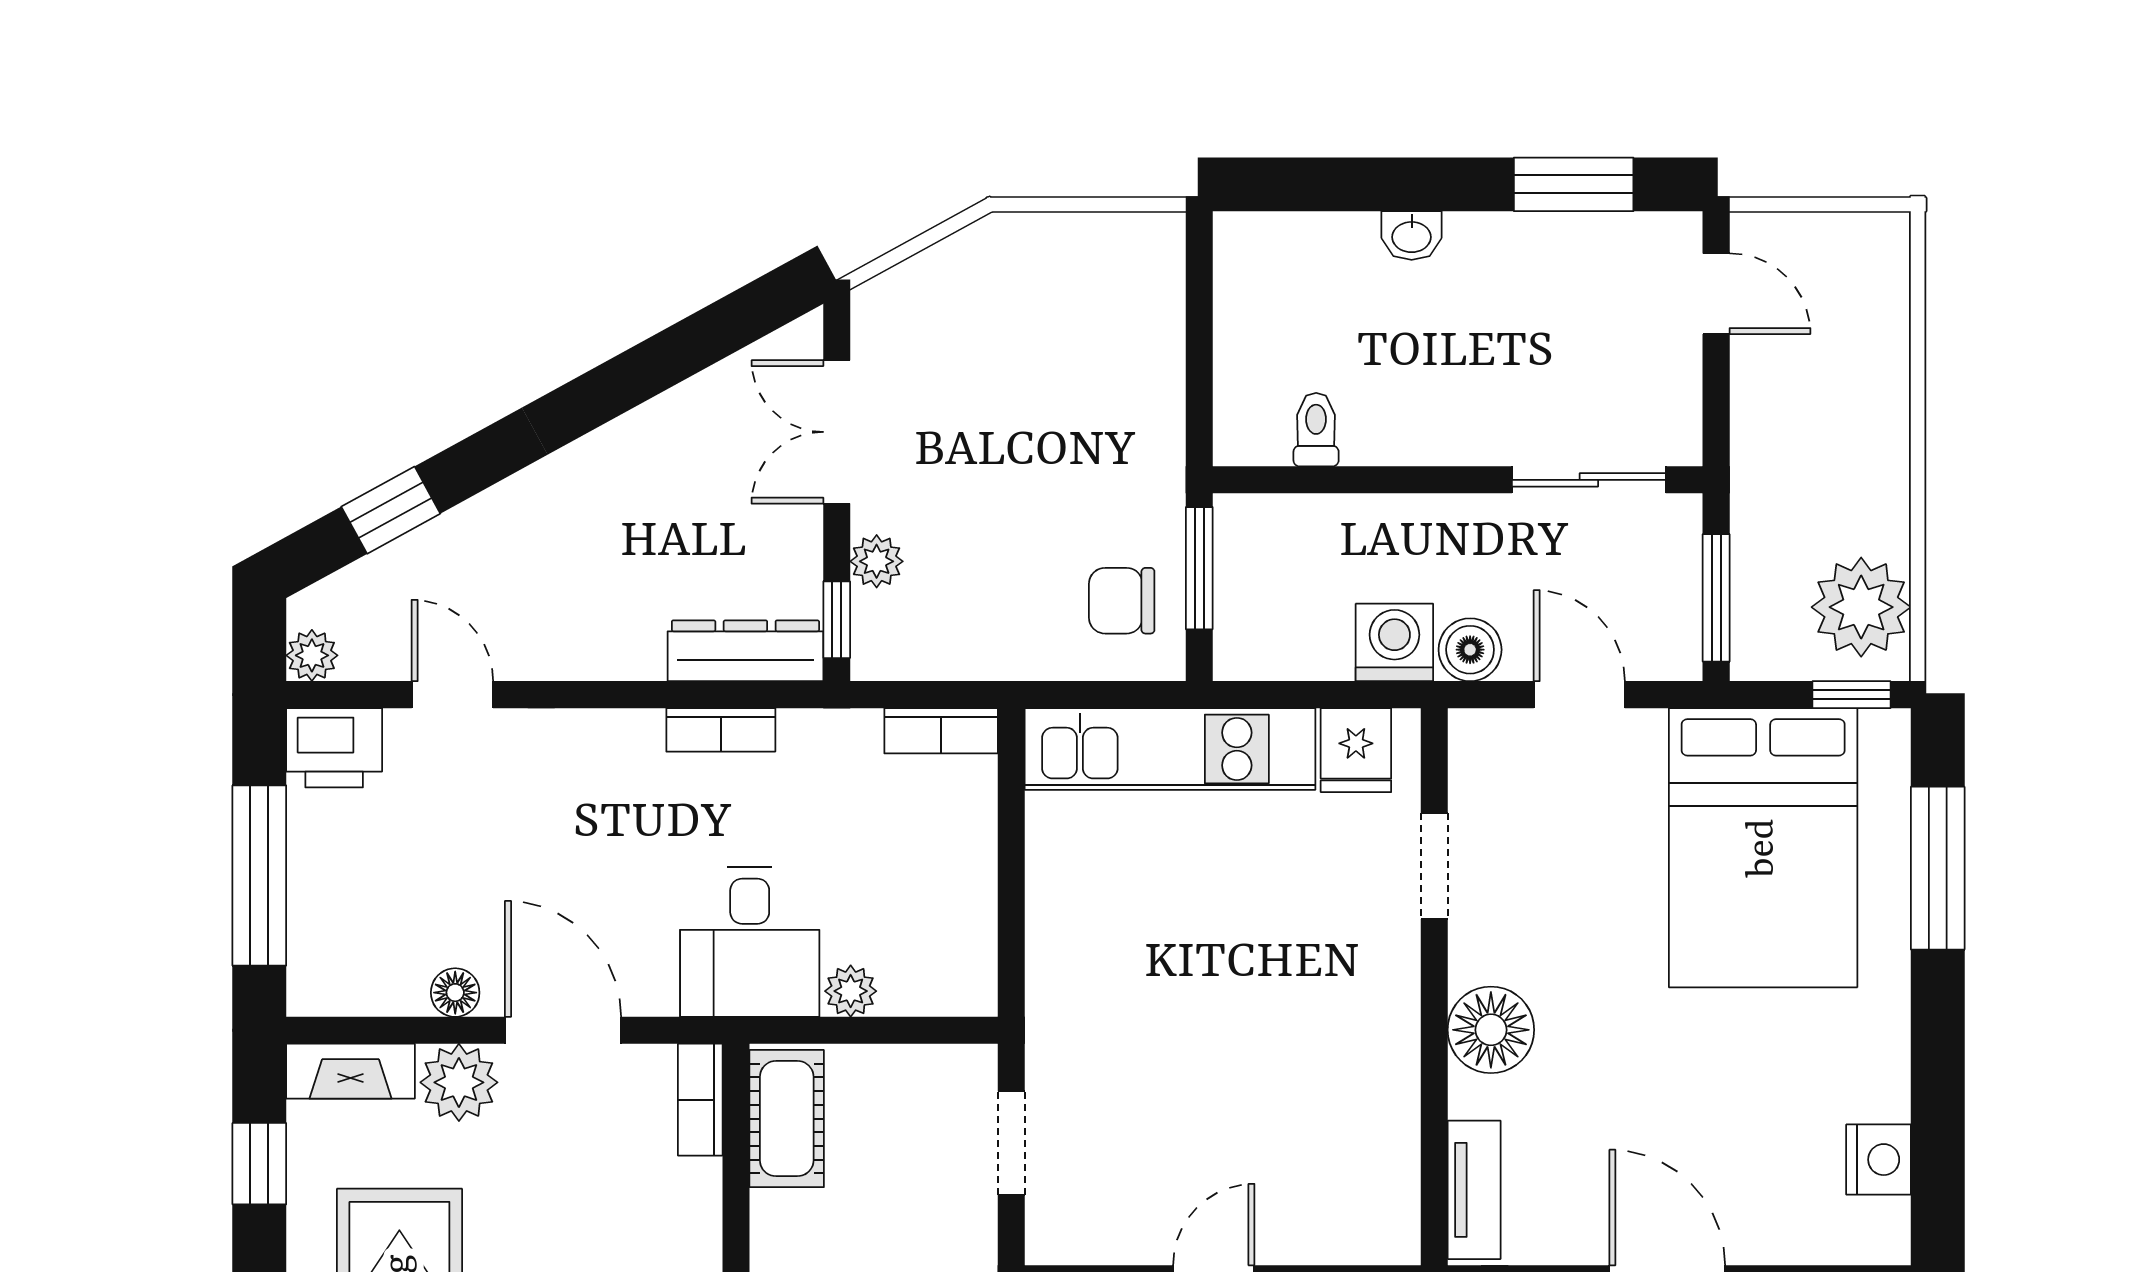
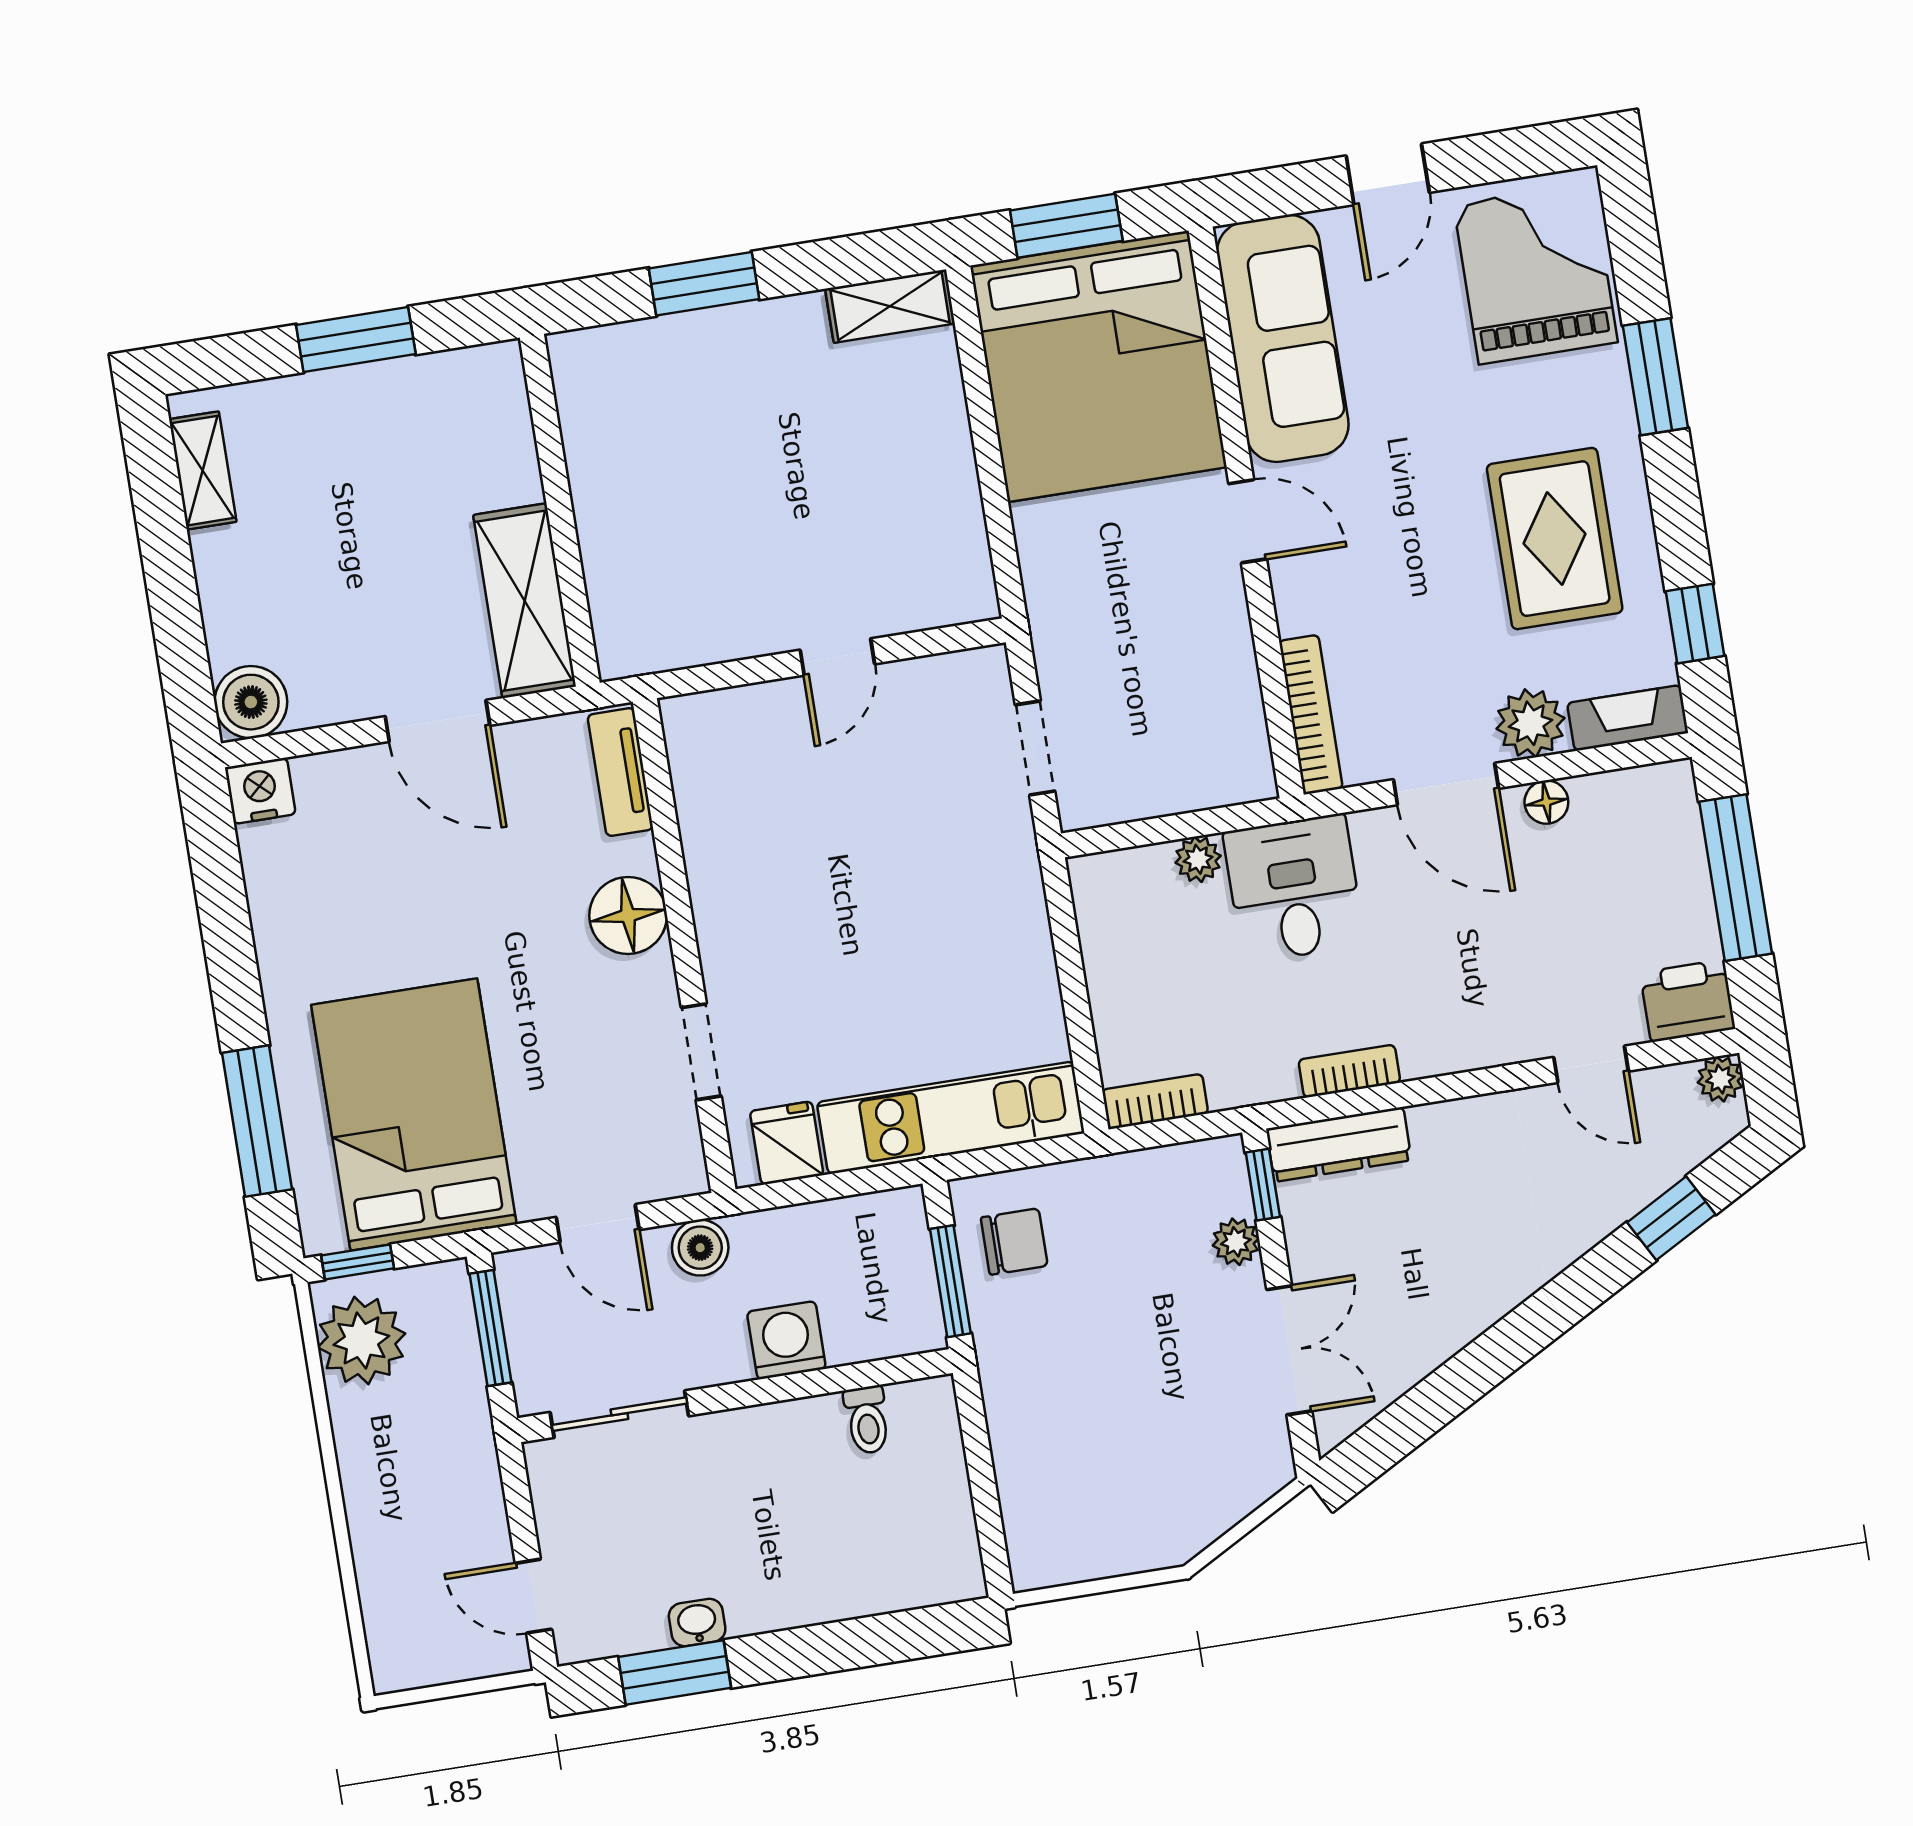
washbasin: (1412, 236) -> (697, 1623), moved
washing machine: (1394, 642) -> (786, 1340), moved, turned 180
bookcase: (700, 1100) -> (1311, 715), width x1.56
cot: (787, 1119) -> (1236, 738), removed
nightstand: (1879, 1160) -> (260, 791), moved, turned 90

